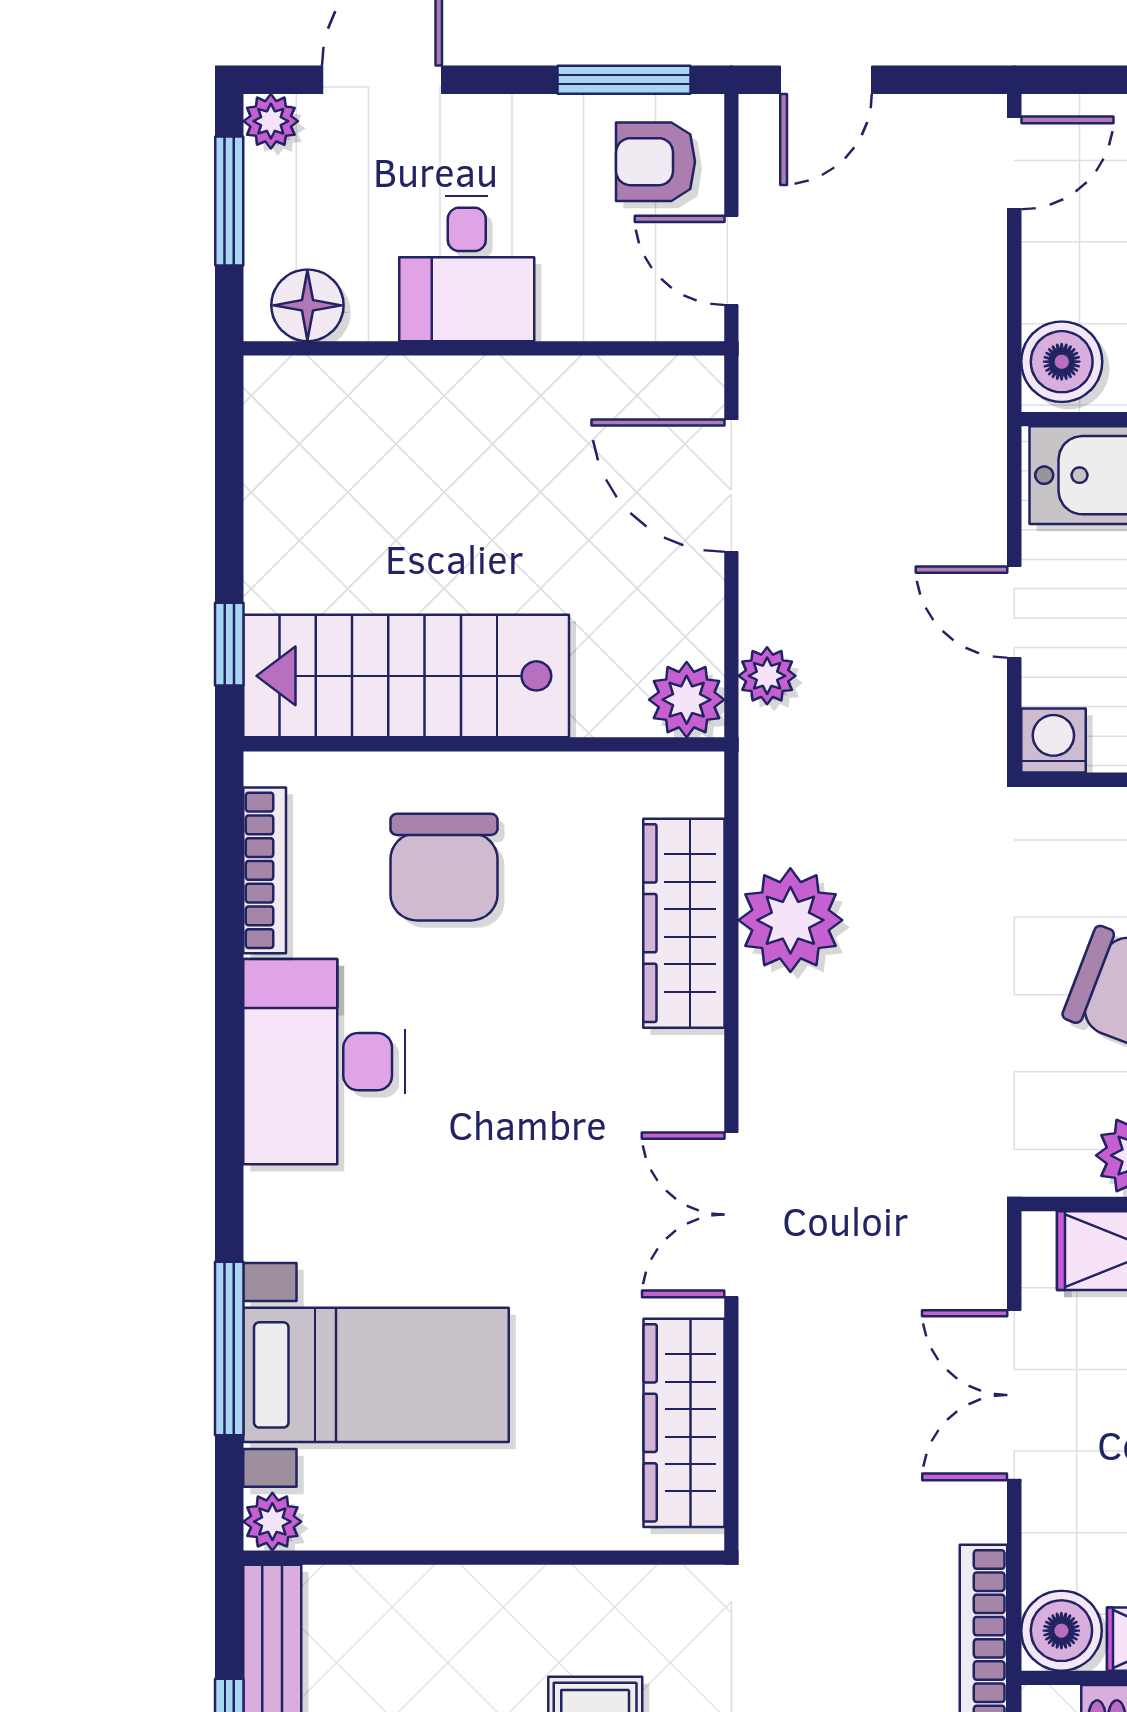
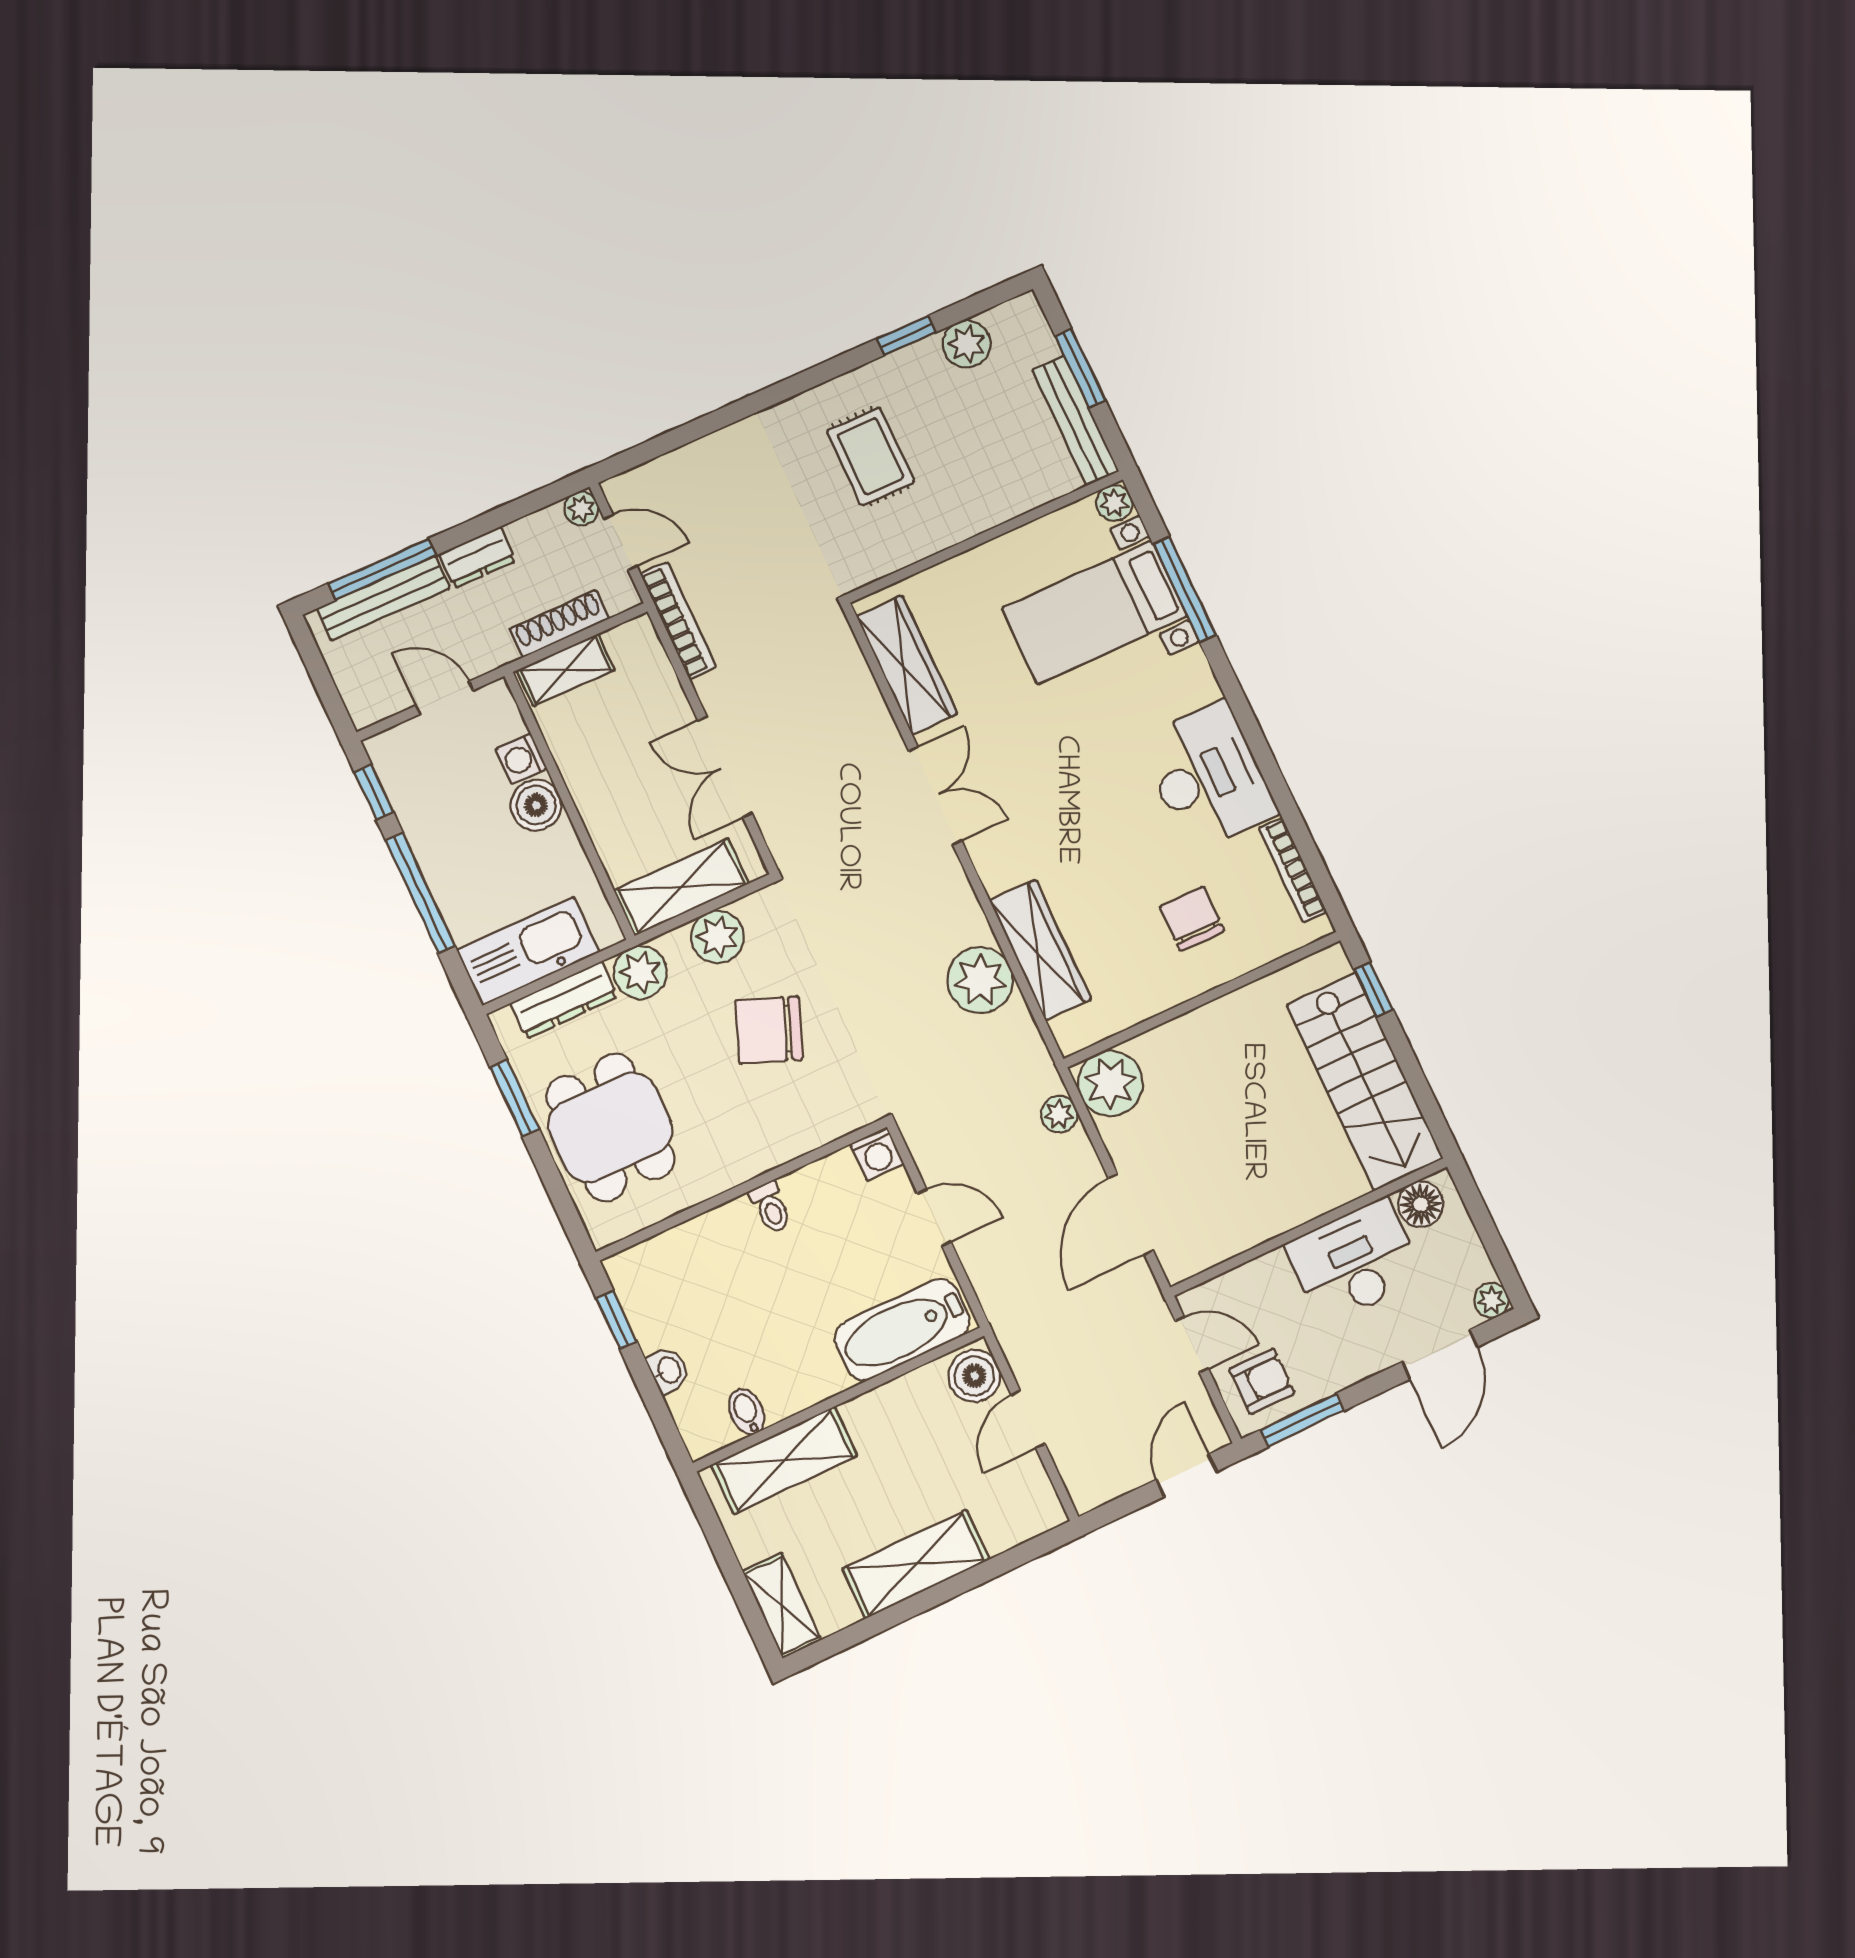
door: (1014, 163) -> (1028, 1419), moved
window: (229, 201) -> (1493, 1243), removed
desk: (467, 269) -> (1355, 1261), width x1.37
door: (731, 486) -> (1131, 1214), swing flipped
stairs: (406, 676) -> (1365, 1081), moved, turned 90
plant: (687, 700) -> (1110, 1083), width x1.36, depth x1.36
chair: (444, 867) -> (1192, 919), width x0.73, depth x0.73
double door: (1014, 1395) -> (725, 767), swing flipped
boiler: (1061, 1631) -> (635, 645), removed

